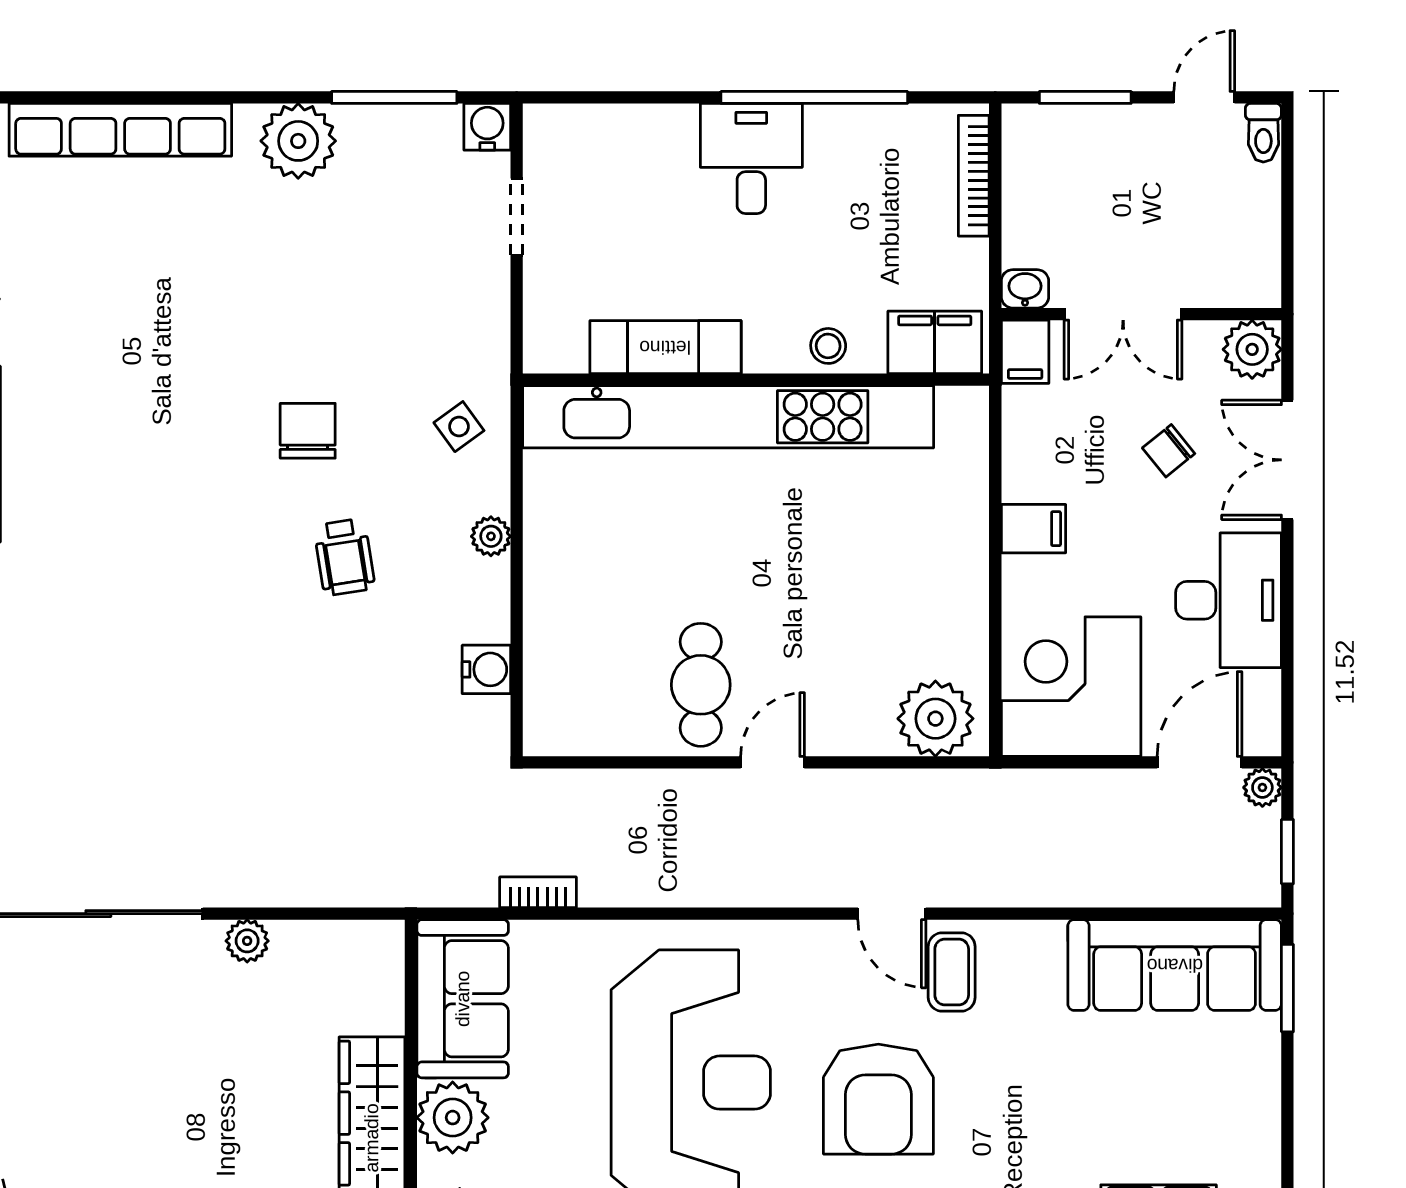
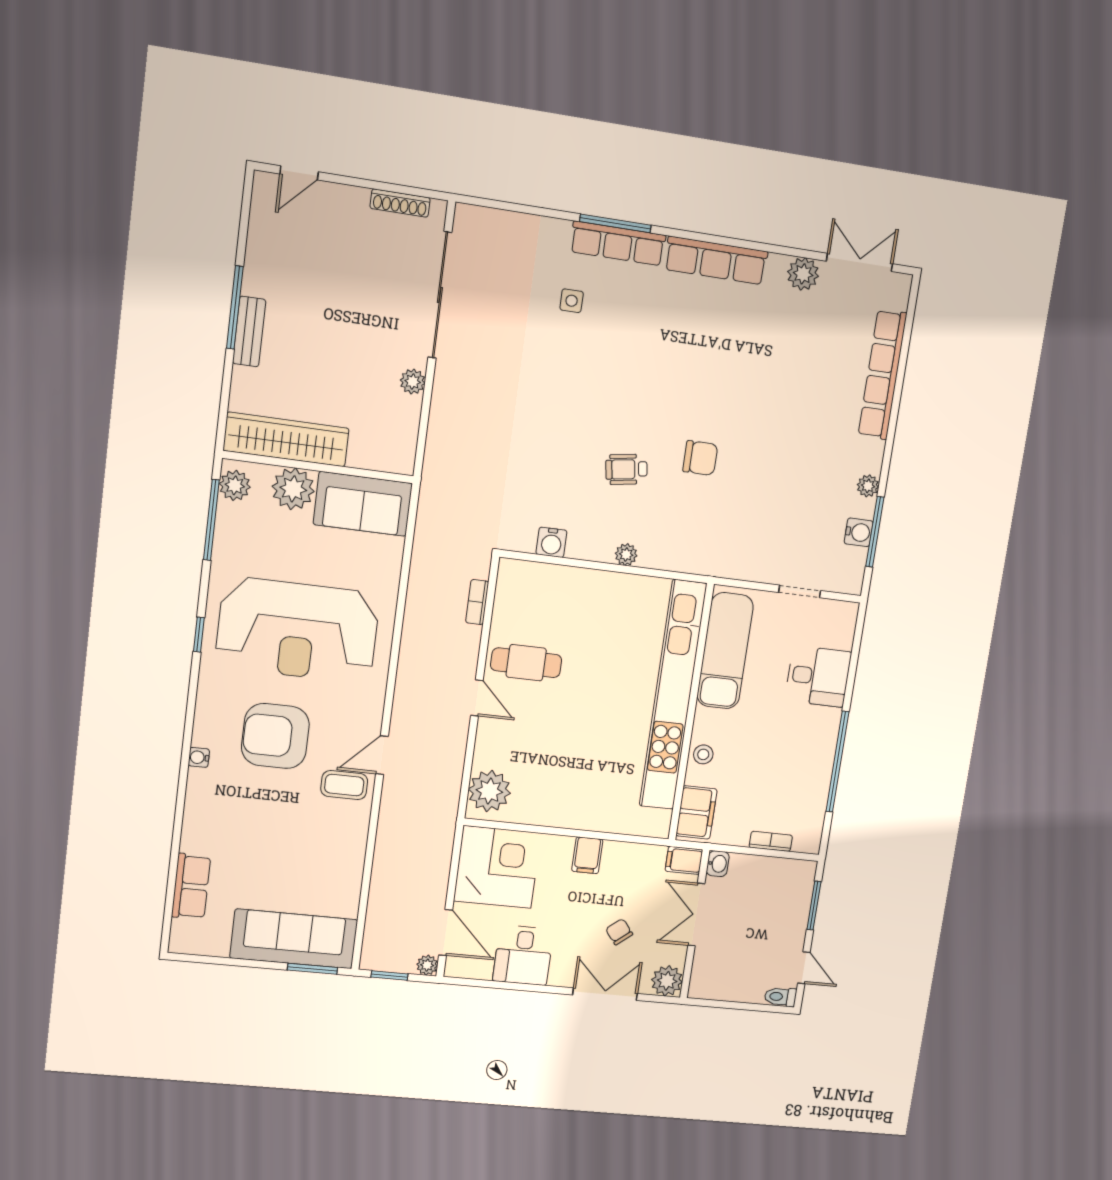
water cooler: (487, 127) -> (859, 532), moved
plant: (298, 141) -> (868, 486), width x0.53, depth x0.53
desk: (751, 159) -> (818, 676), moved
bookcase: (974, 176) -> (771, 841), width x0.64
exam couch: (665, 347) -> (725, 651), width x1.36, depth x1.45
side table: (459, 427) -> (572, 301), moved, turned 36
desk: (1229, 600) -> (523, 955), width x0.73
bookcase: (538, 892) -> (477, 602), moved, turned 180
sofa: (1175, 965) -> (294, 939), moved, turned 90

